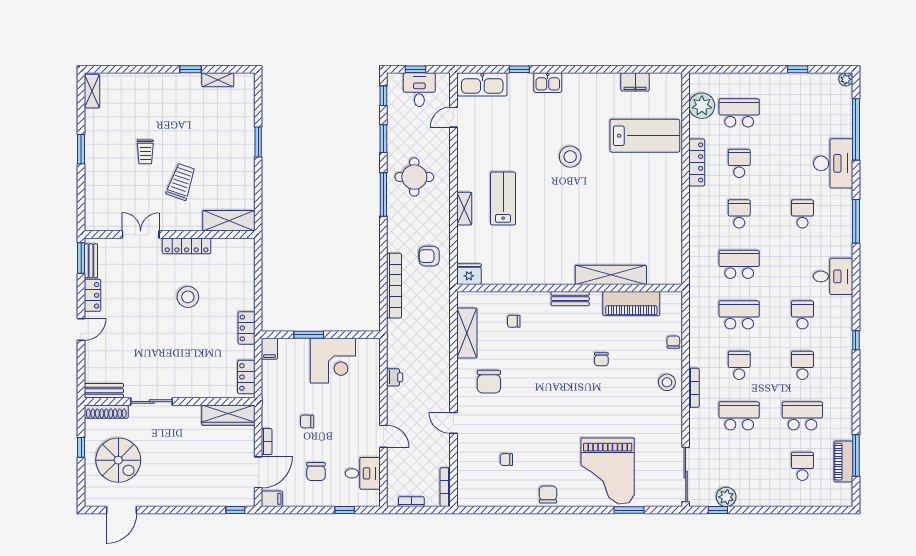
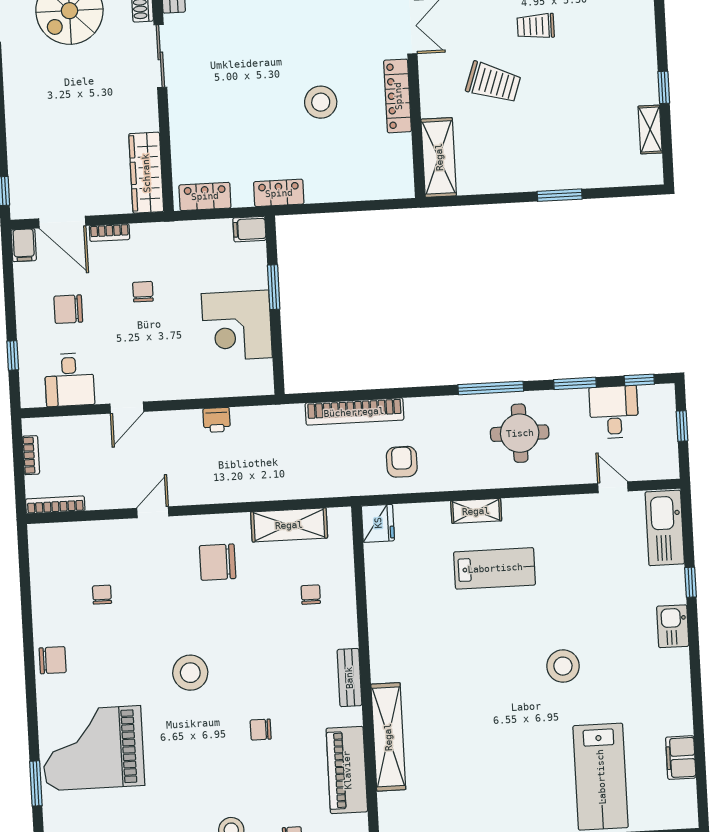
desk: (419, 90) -> (614, 412), moved, turned -90
stool: (561, 404) -> (190, 673), added

